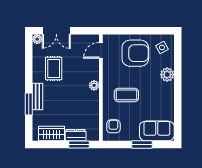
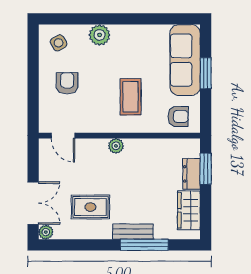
armchair: (135, 53) -> (67, 83), width x0.53, depth x0.53
window: (29, 104) -> (144, 245), width x1.44
armchair: (113, 126) -> (178, 116), turned 180
sofa: (157, 131) -> (185, 60), width x1.36

